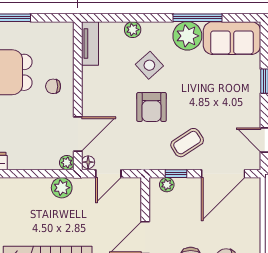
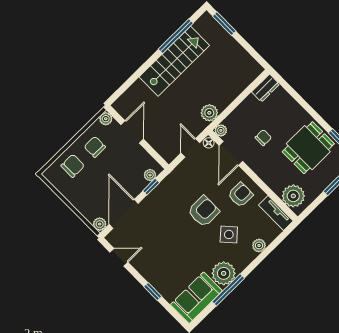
plant: (60, 43) -> (293, 196), added
chair: (53, 86) -> (263, 138), moved
armchair: (105, 90) -> (240, 195), added
armchair: (152, 107) -> (204, 211), turned 90
coffee table: (187, 143) -> (162, 211), removed
plant: (253, 185) -> (100, 224), added

